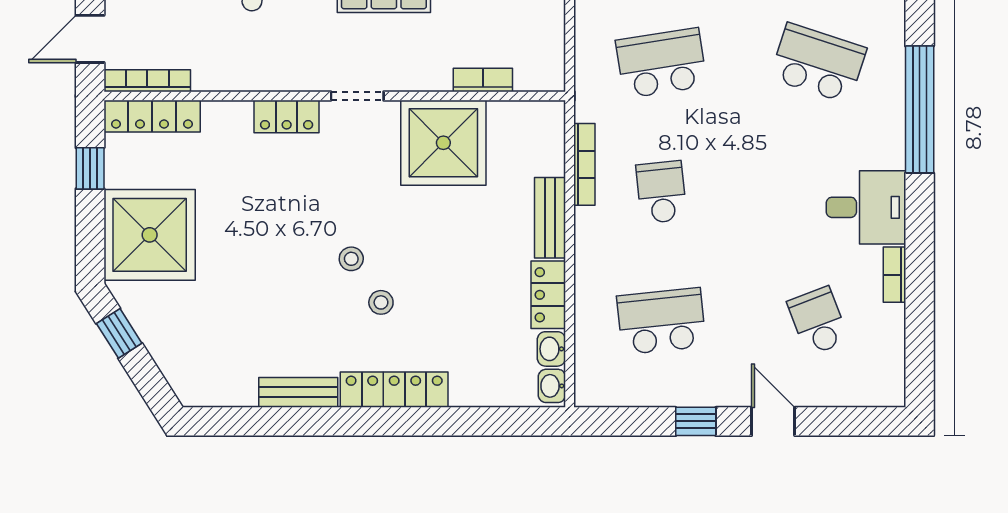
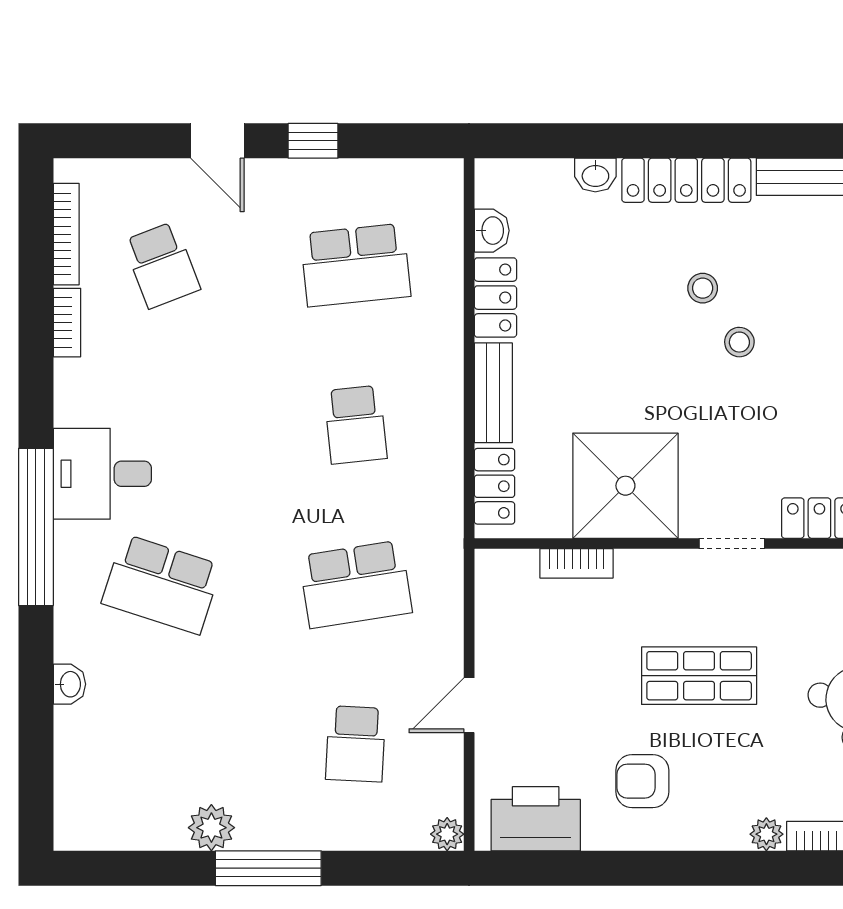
locker: (549, 142) -> (494, 486), added
bookcase: (584, 164) -> (66, 234), moved, turned 180
desk: (866, 207) -> (102, 474), moved
washbasin: (552, 386) -> (595, 175), moved, turned 90

